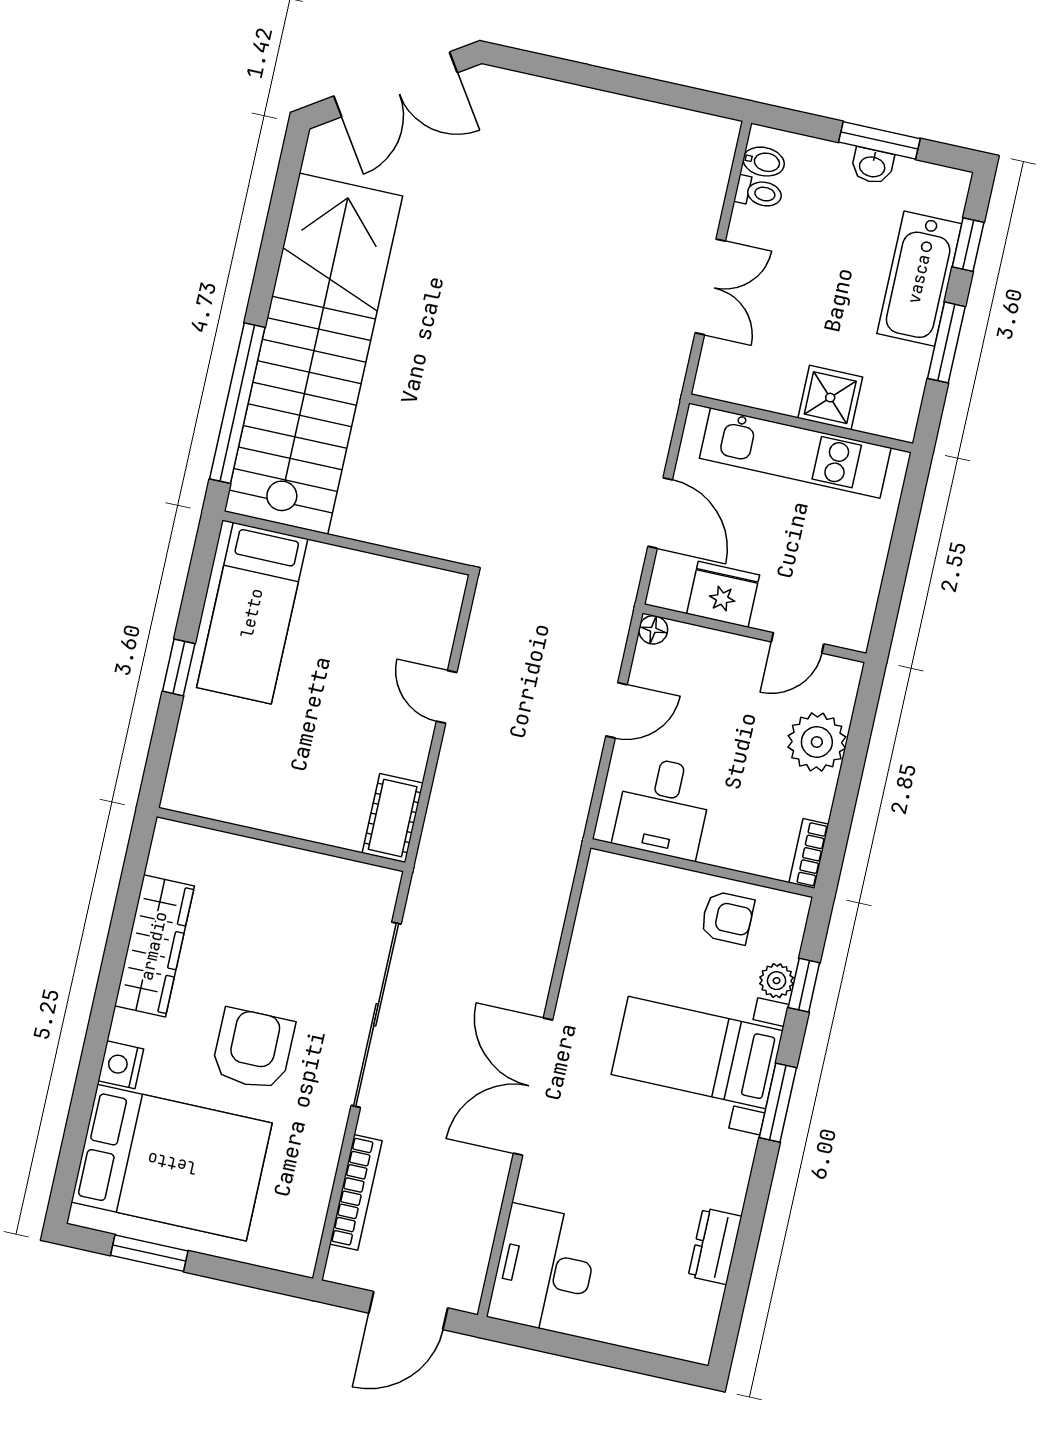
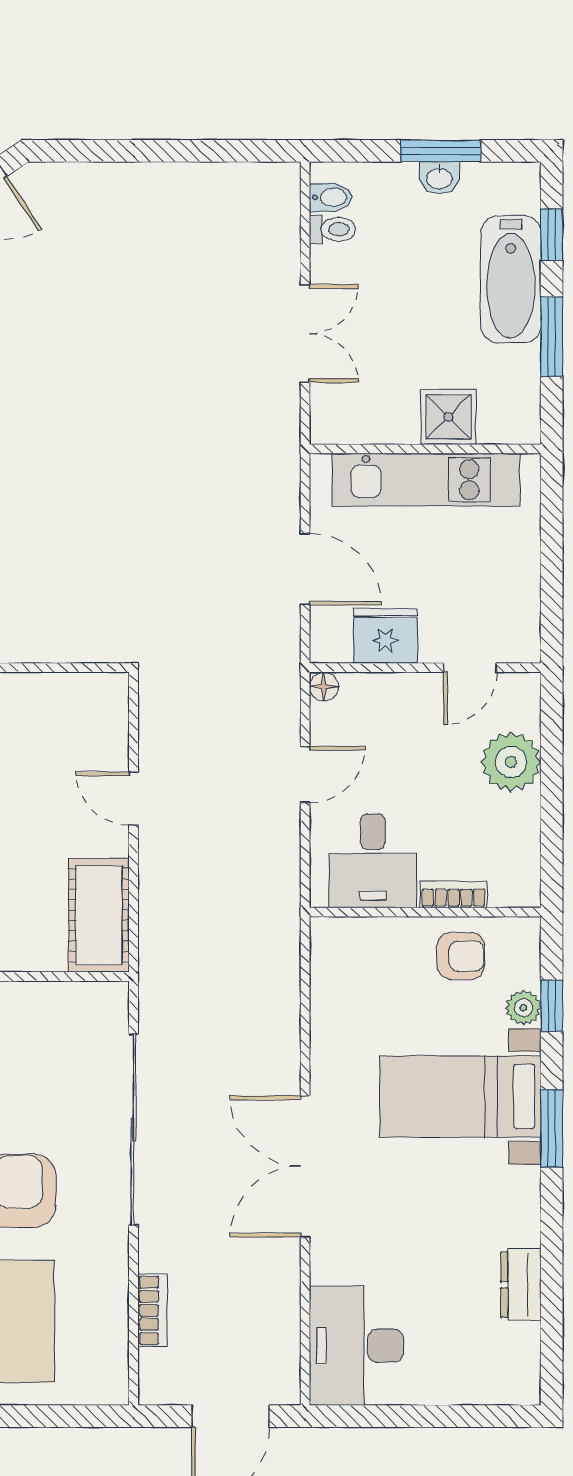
cot: (393, 818) -> (99, 915), width x1.37, depth x1.34
bookcase: (809, 854) -> (453, 894), moved, turned 90
bookcase: (356, 1192) -> (152, 1310), width x0.64

